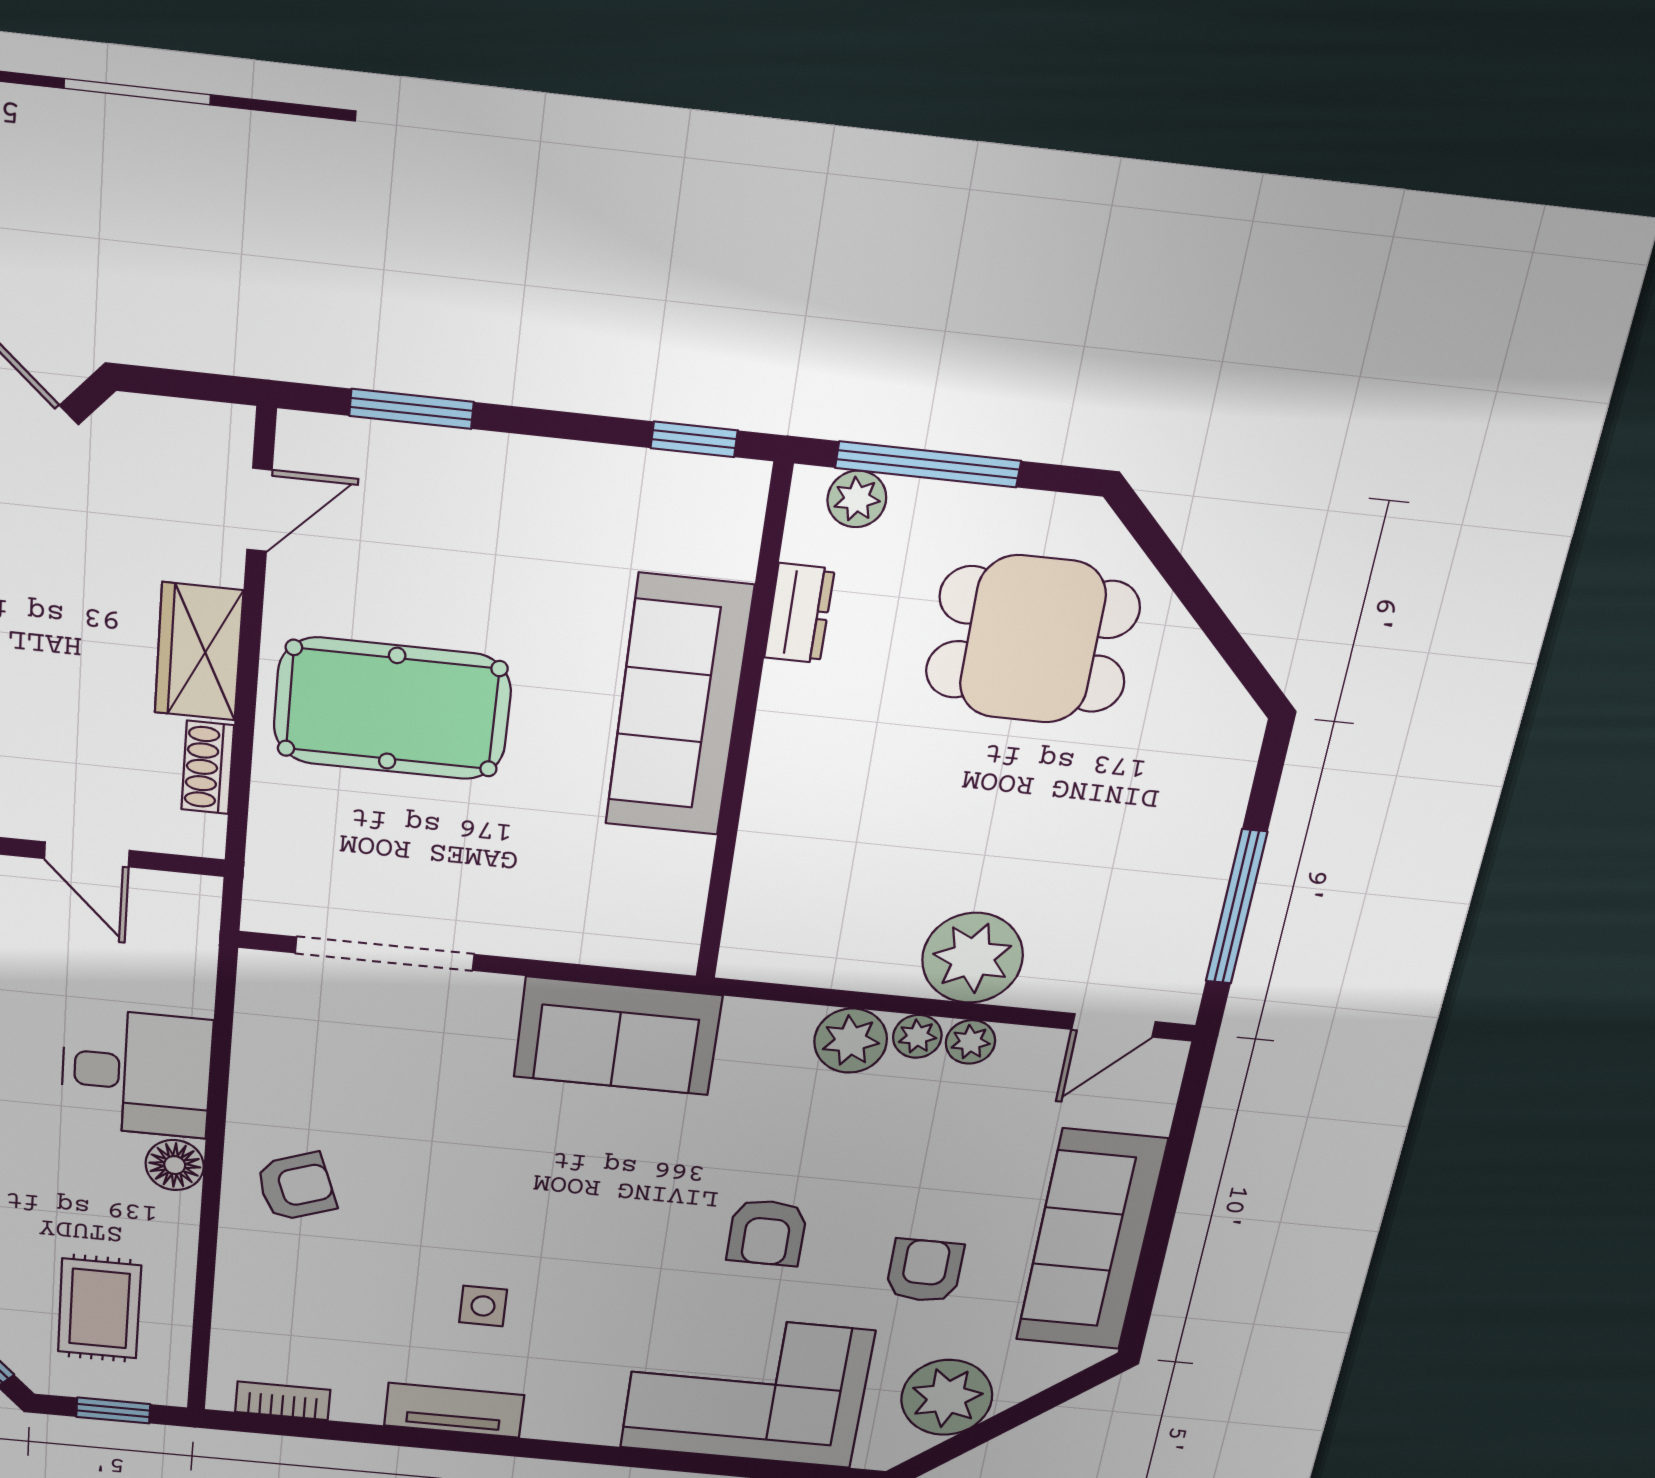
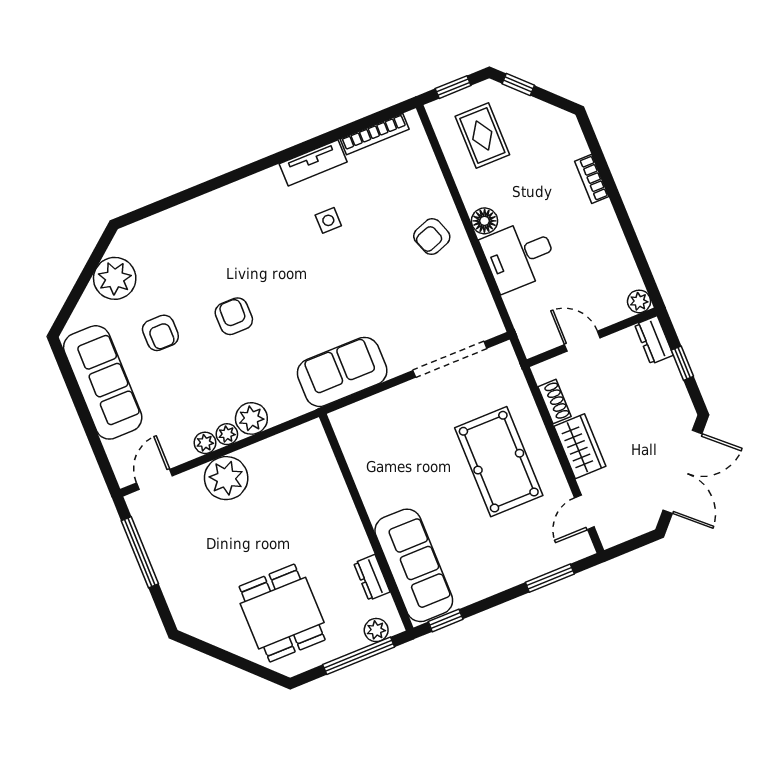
dining table: (1033, 640) -> (282, 613), turned 90
sofa: (679, 706) -> (414, 565), moved
pool table: (392, 709) -> (499, 462), turned 90
corner sofa: (747, 1389) -> (199, 238), removed
bookcase: (283, 1401) -> (375, 134), width x1.56

